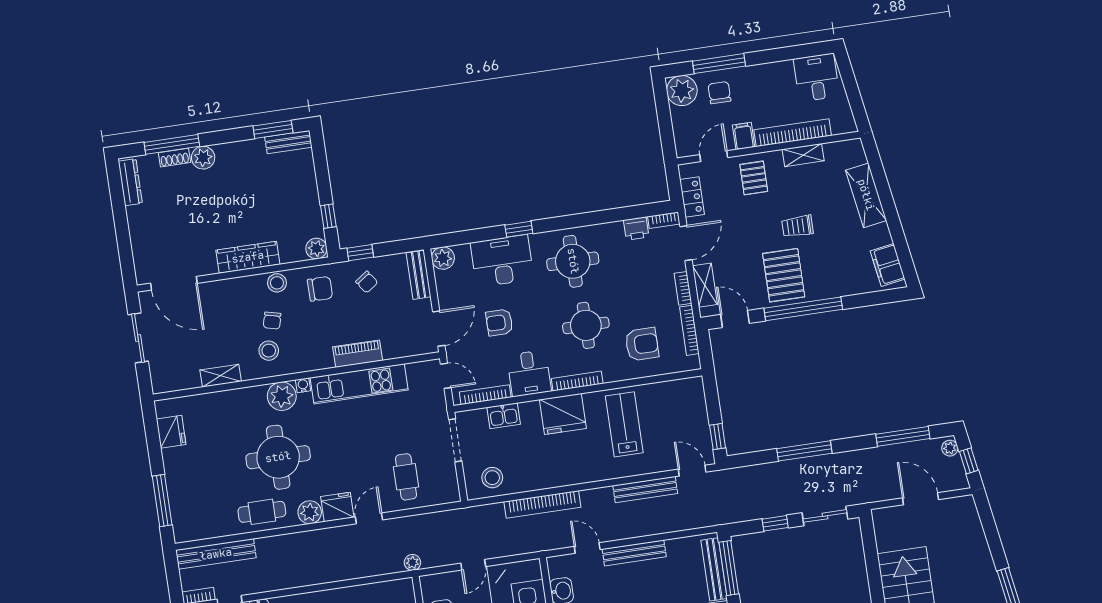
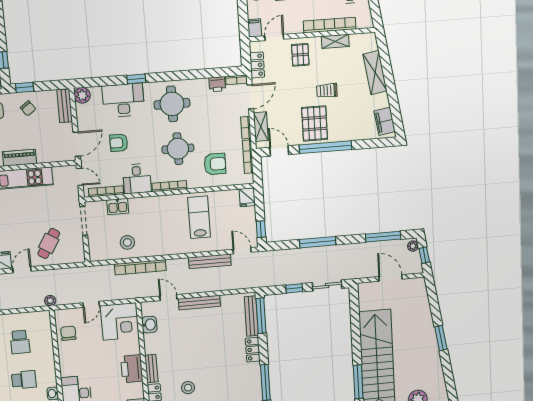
filing cabinet: (744, 136) -> (255, 28), moved
fridge: (563, 414) -> (247, 197), moved, width x0.53, depth x0.75
cafe table: (406, 477) -> (49, 243), turned 32
stool: (492, 478) -> (127, 242), moved

